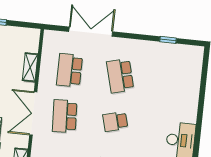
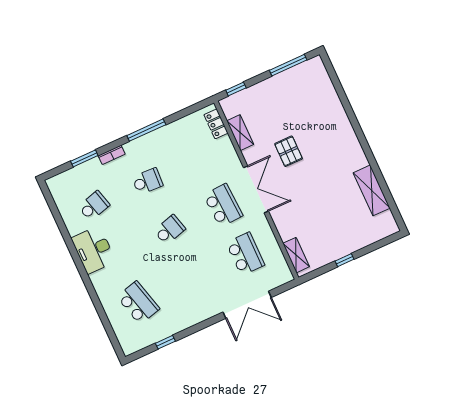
shelving: (30, 67) -> (296, 255), moved
school desk: (120, 76) -> (138, 303), moved

